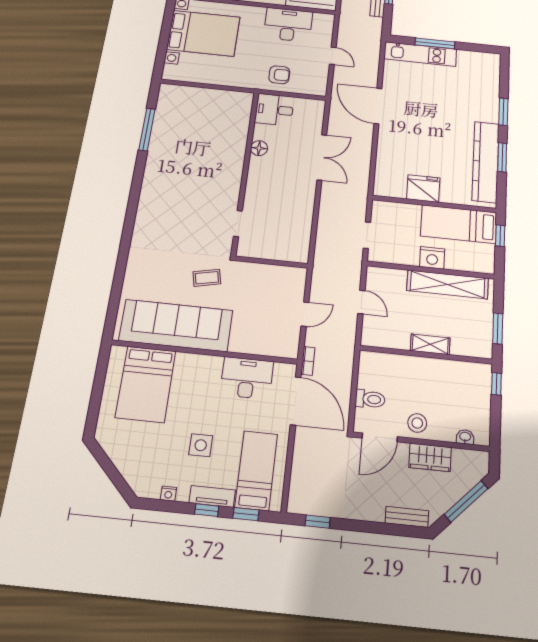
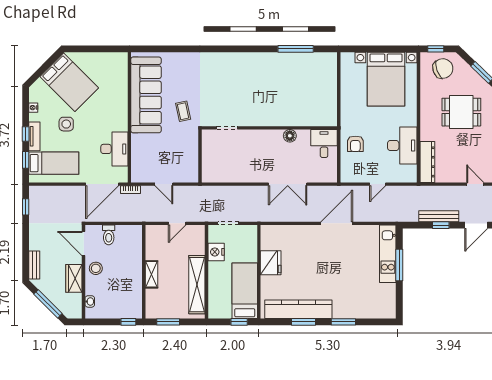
nightstand: (432, 258) -> (216, 252), moved
bed: (146, 384) -> (69, 82), moved, turned -135

